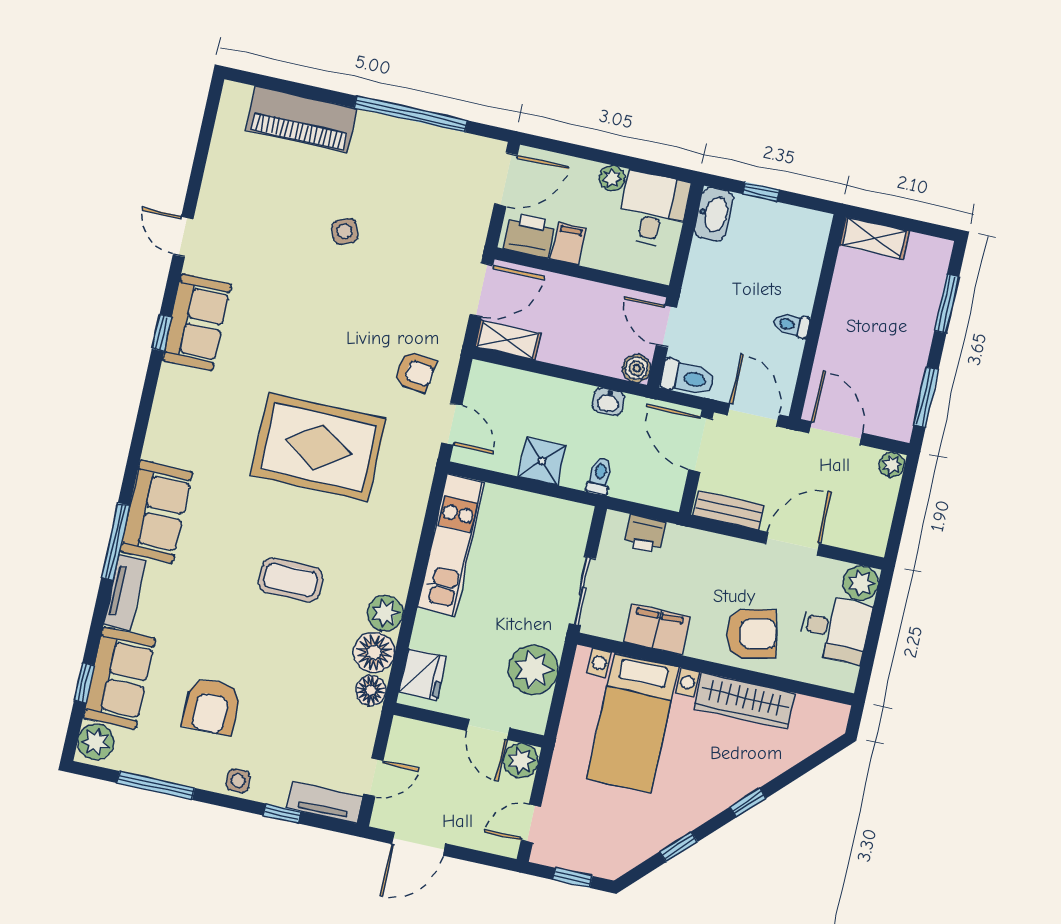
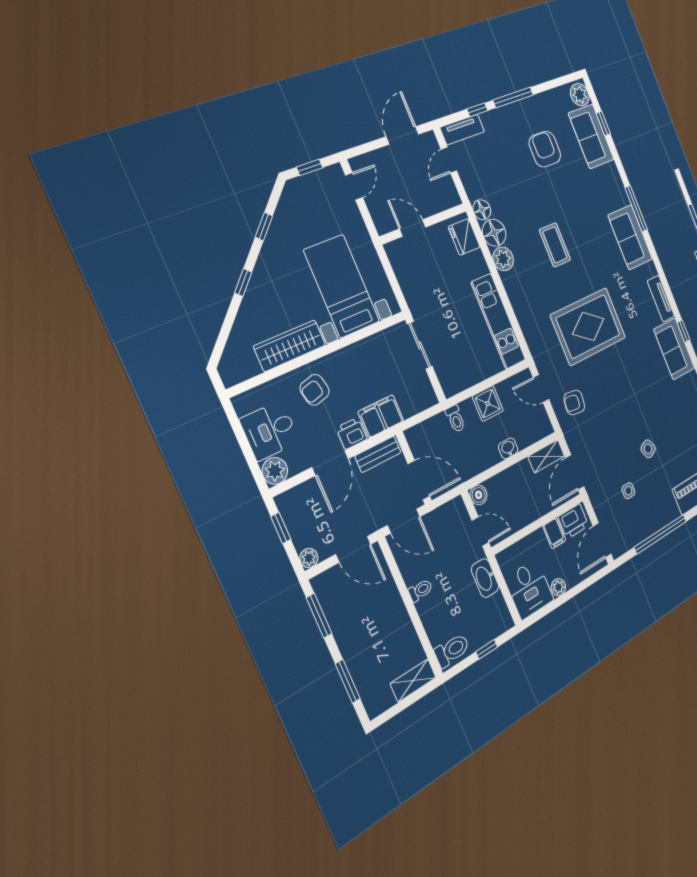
washbasin: (714, 214) -> (485, 578), moved
toilet: (688, 378) -> (452, 650), moved, turned 180
washbasin: (608, 402) -> (508, 448), moved
window: (899, 520) -> (281, 528), added
printer: (645, 534) -> (352, 433), moved
coffee table: (291, 580) -> (555, 245), turned 90
tv unit: (125, 592) -> (661, 299), moved
filing cabinet: (657, 629) -> (381, 416), moved, turned 180
armchair: (751, 634) -> (315, 390), width x0.72, depth x0.72
plant: (533, 670) -> (413, 280), removed
plant: (521, 761) -> (384, 221), removed
side table: (238, 781) -> (628, 491), moved
window: (156, 785) -> (513, 97), moved

